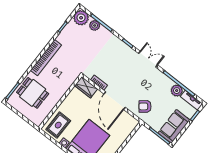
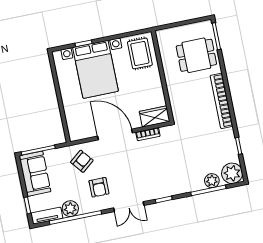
armchair: (151, 85) -> (99, 187), added

